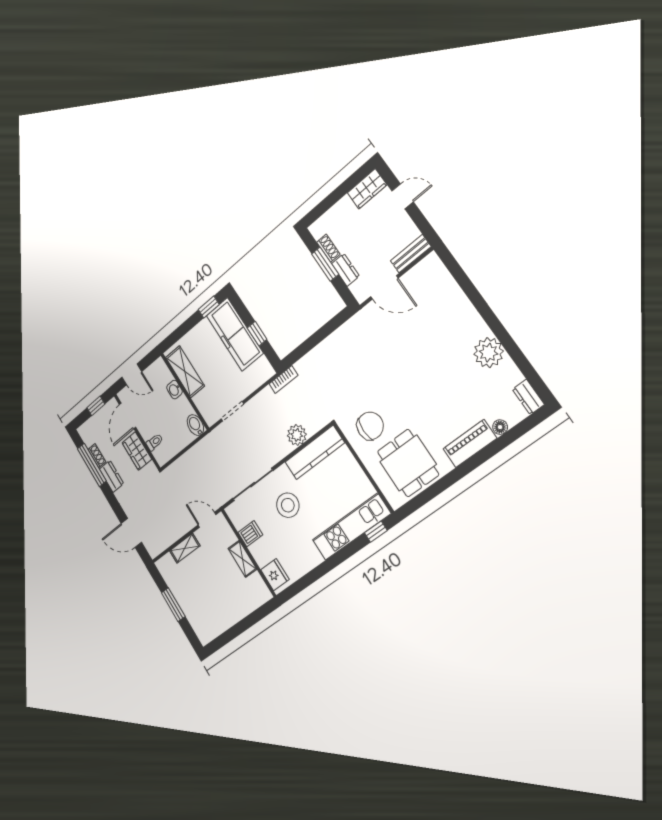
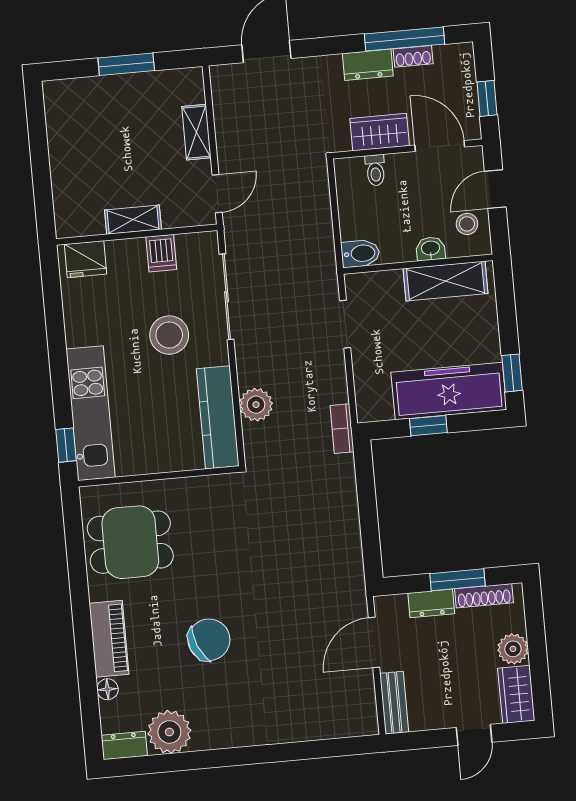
plant: (344, 208) -> (513, 649), added
shoe rack: (328, 248) -> (484, 596), width x1.43
plant: (488, 353) -> (169, 732), moved
stool: (154, 378) -> (467, 224), added
chair: (370, 426) -> (209, 640), moved, turned -113

